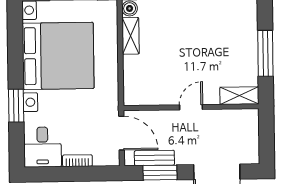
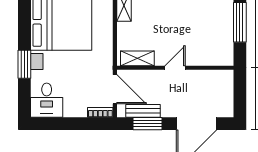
shelving: (239, 96) -> (137, 58), moved
bookcase: (77, 161) -> (100, 112), moved

